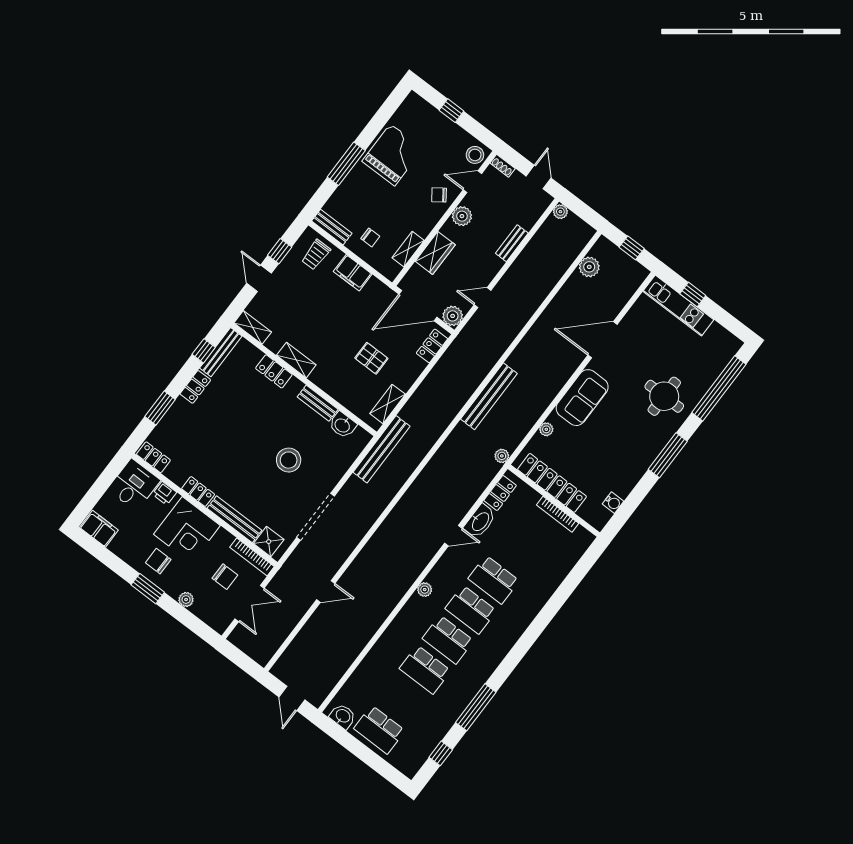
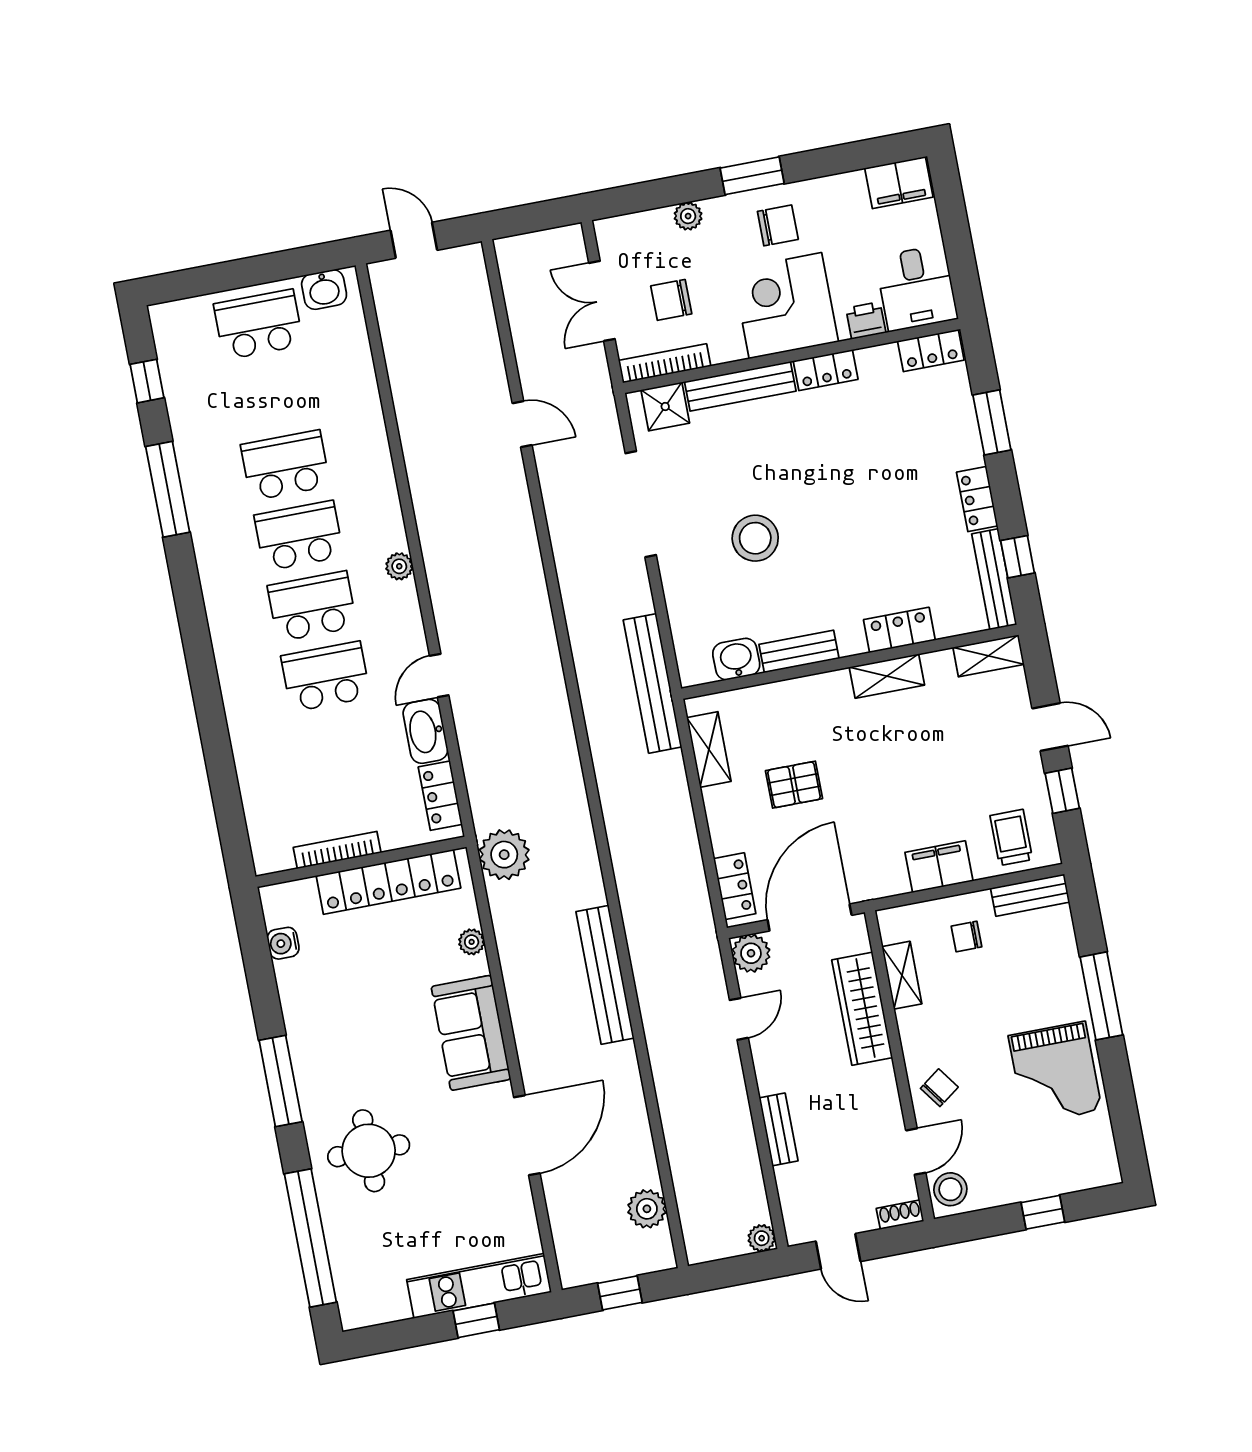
plant: (462, 216) -> (880, 1093), removed
wardrobe: (435, 253) -> (862, 1009), width x1.50
bench: (489, 396) -> (605, 975), moved
plant: (502, 456) -> (504, 855), width x1.87, depth x1.87
door: (326, 591) -> (522, 424), swing flipped

